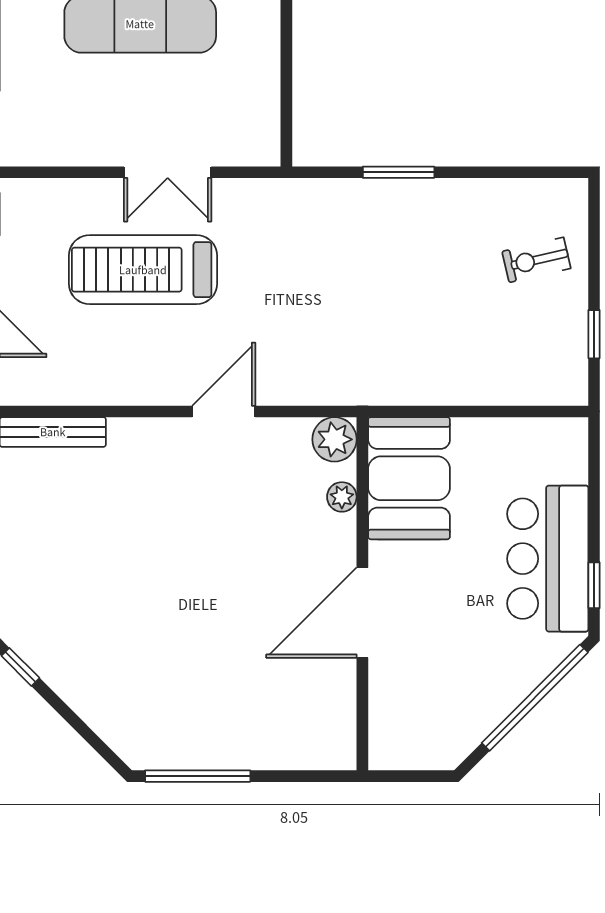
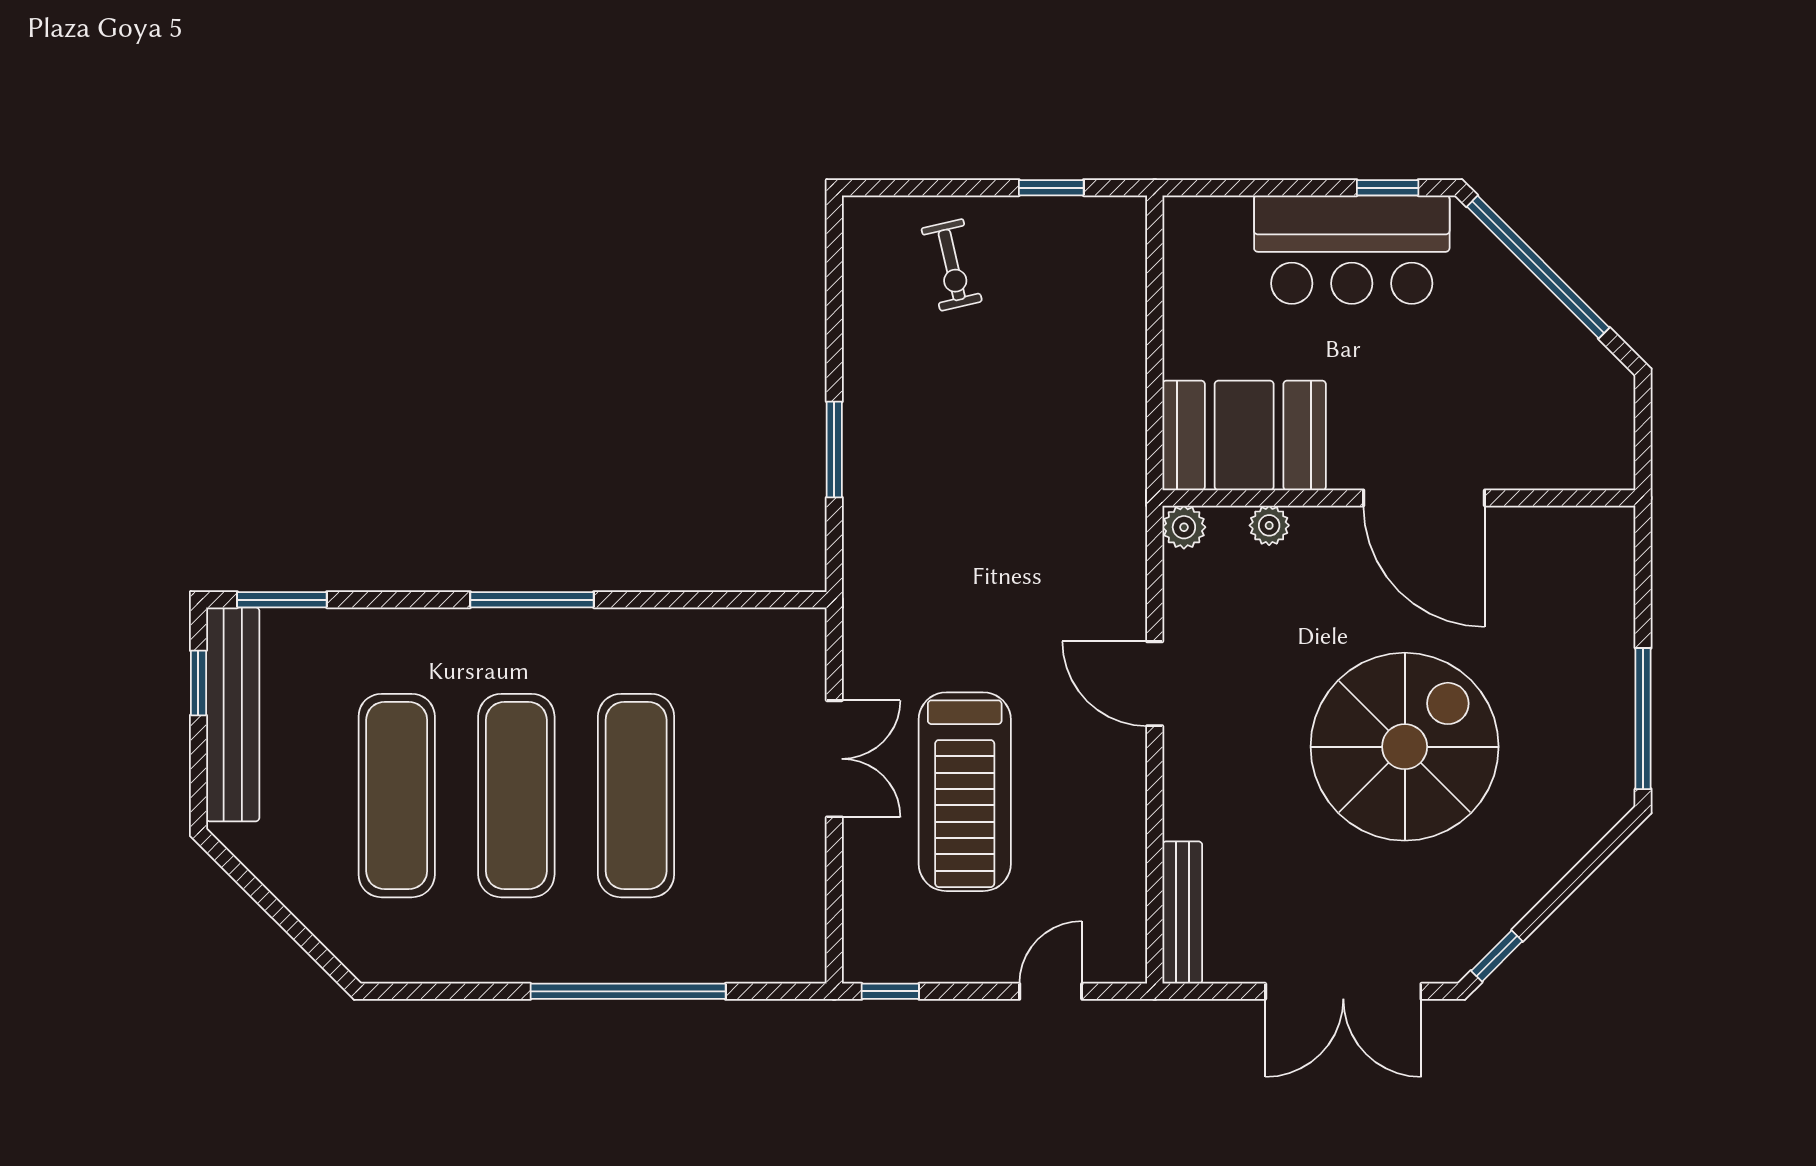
plant: (334, 439) -> (1184, 527), width x0.73, depth x0.73
spiral stairs: (177, 598) -> (1405, 747), added

